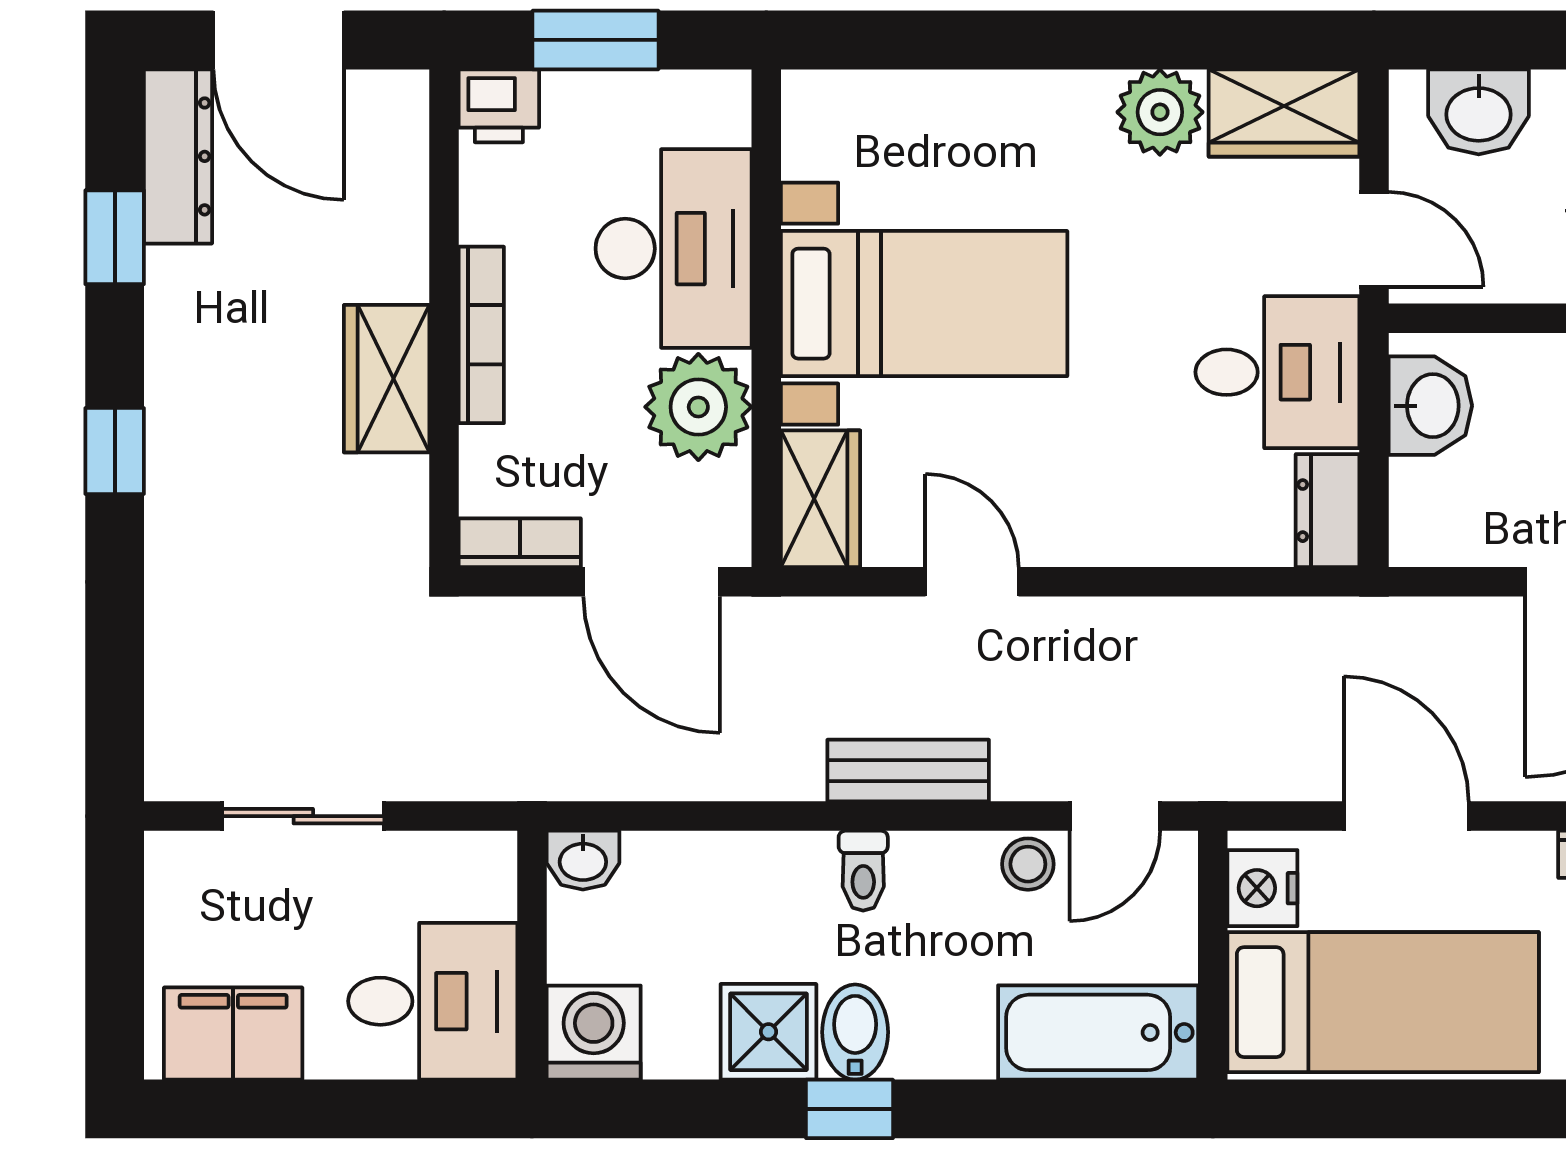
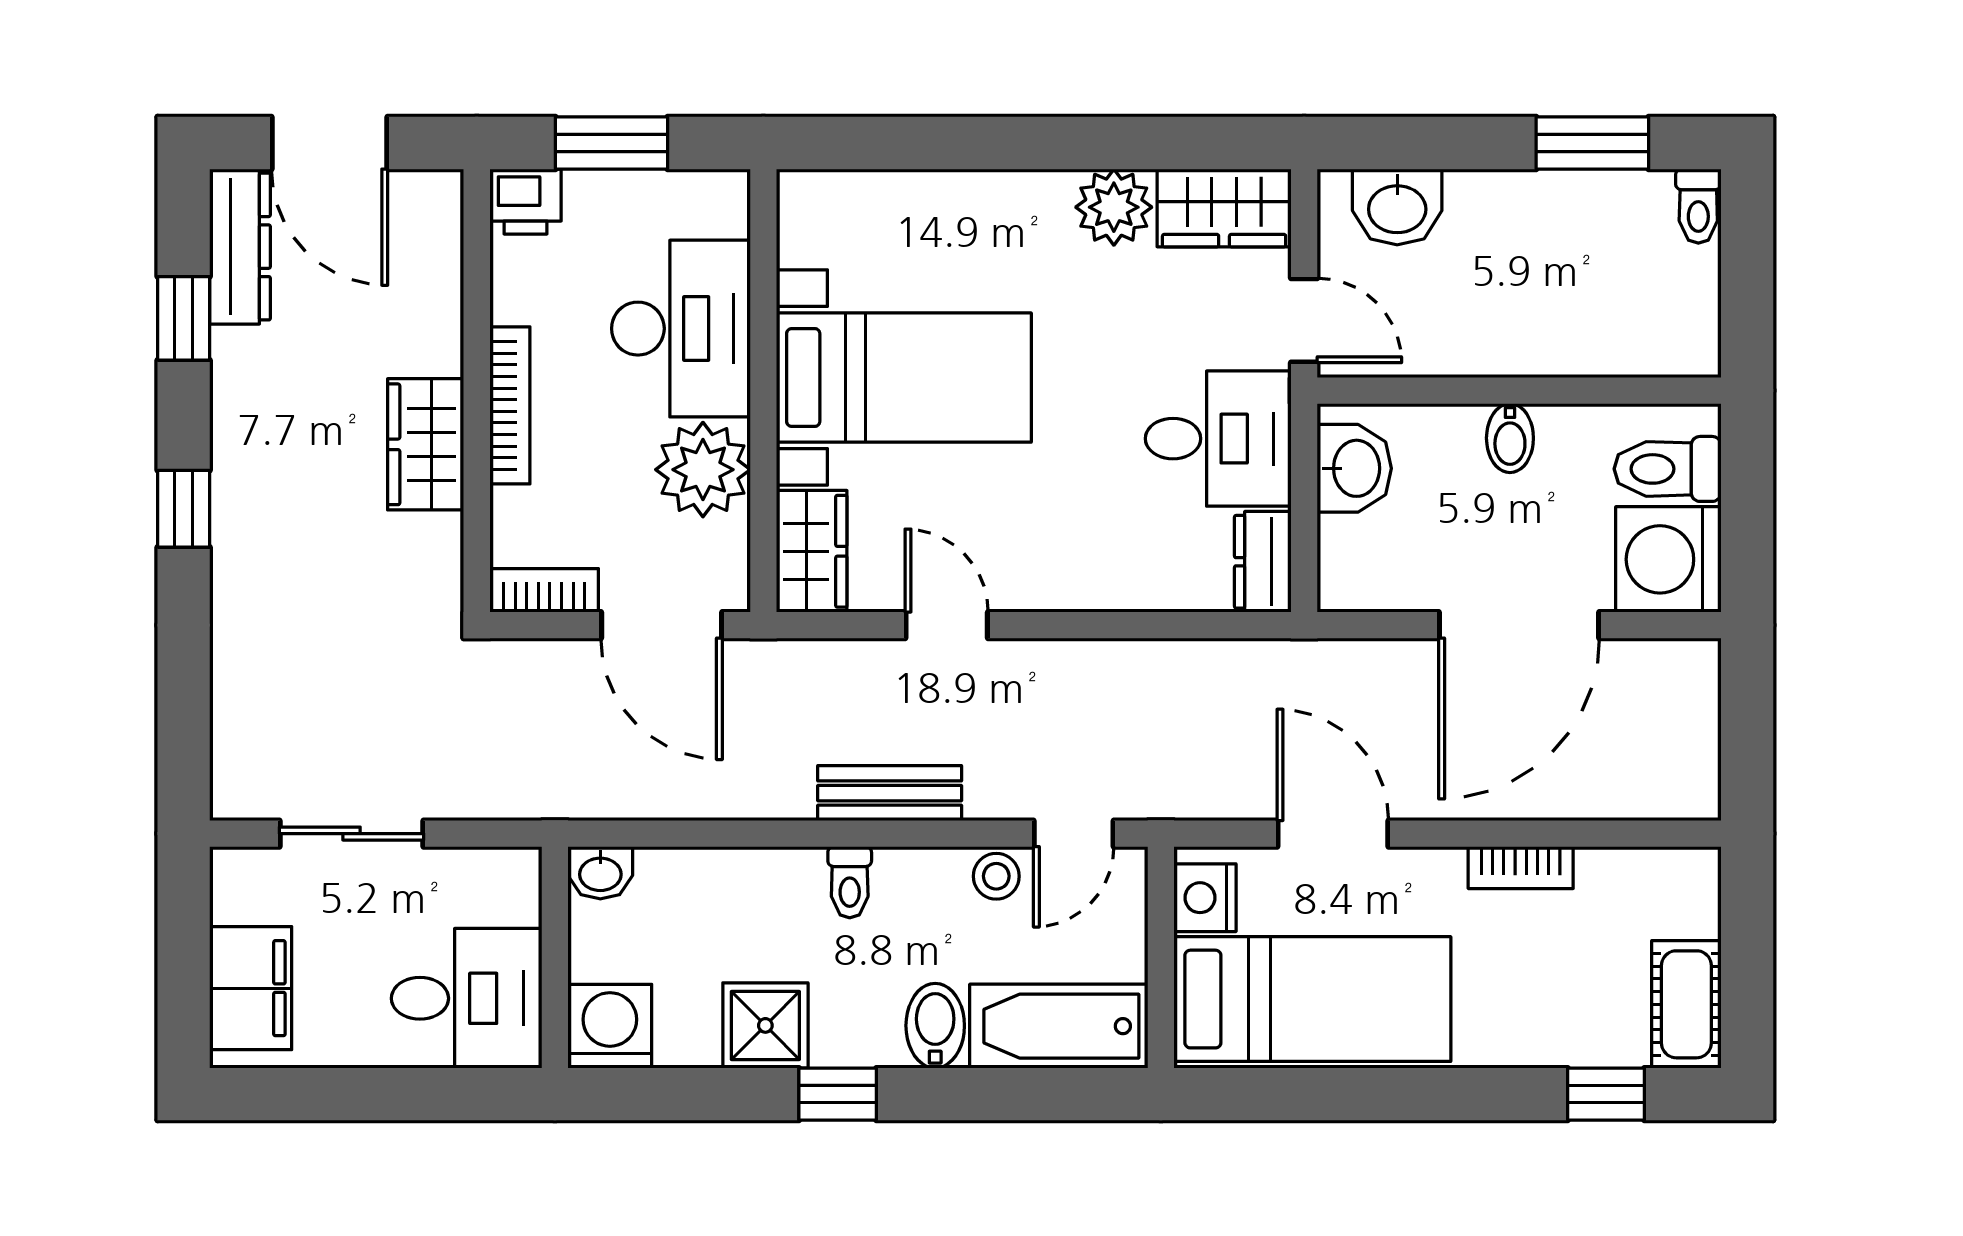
bidet: (855, 1032) -> (935, 1026), moved
filing cabinet: (233, 1034) -> (251, 988), moved, turned 90

